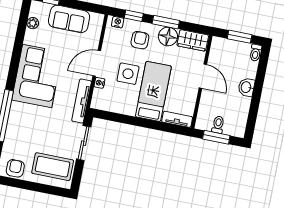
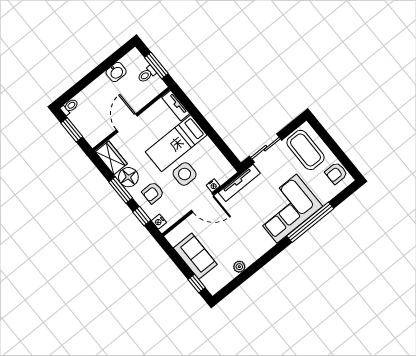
plant: (33, 23) -> (239, 267), moved
corner sofa: (37, 76) -> (287, 209), moved
washbasin: (246, 87) -> (116, 72), moved

